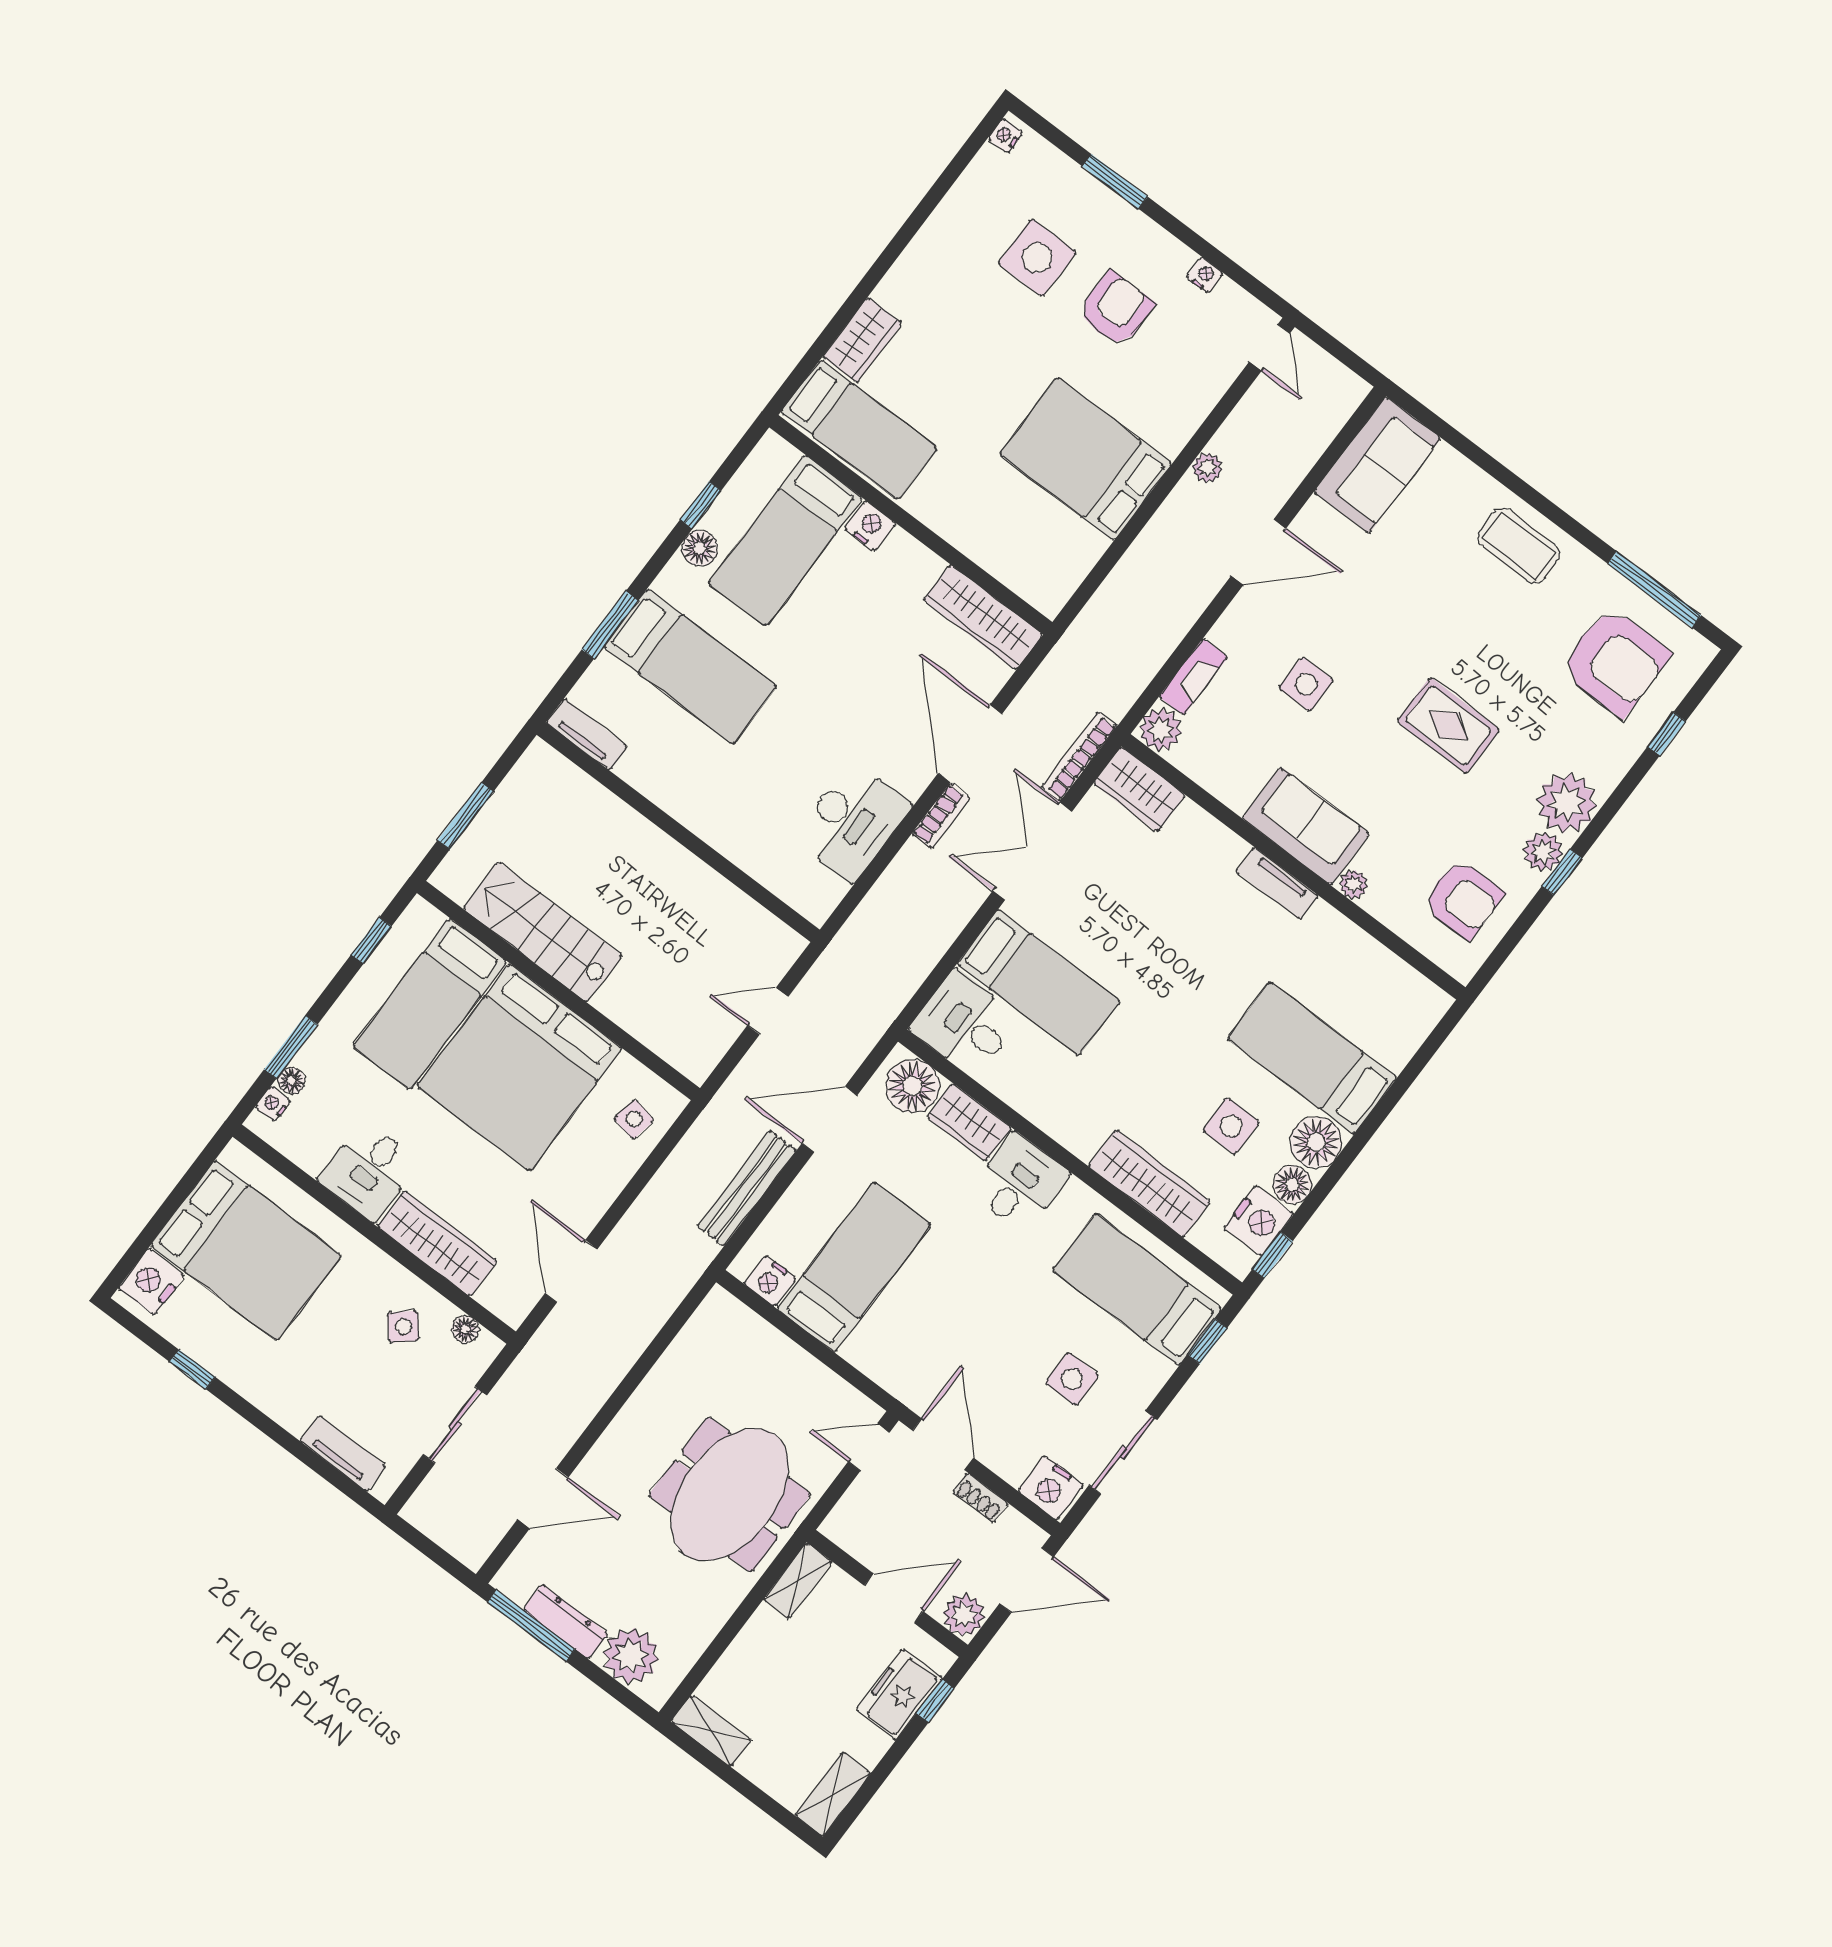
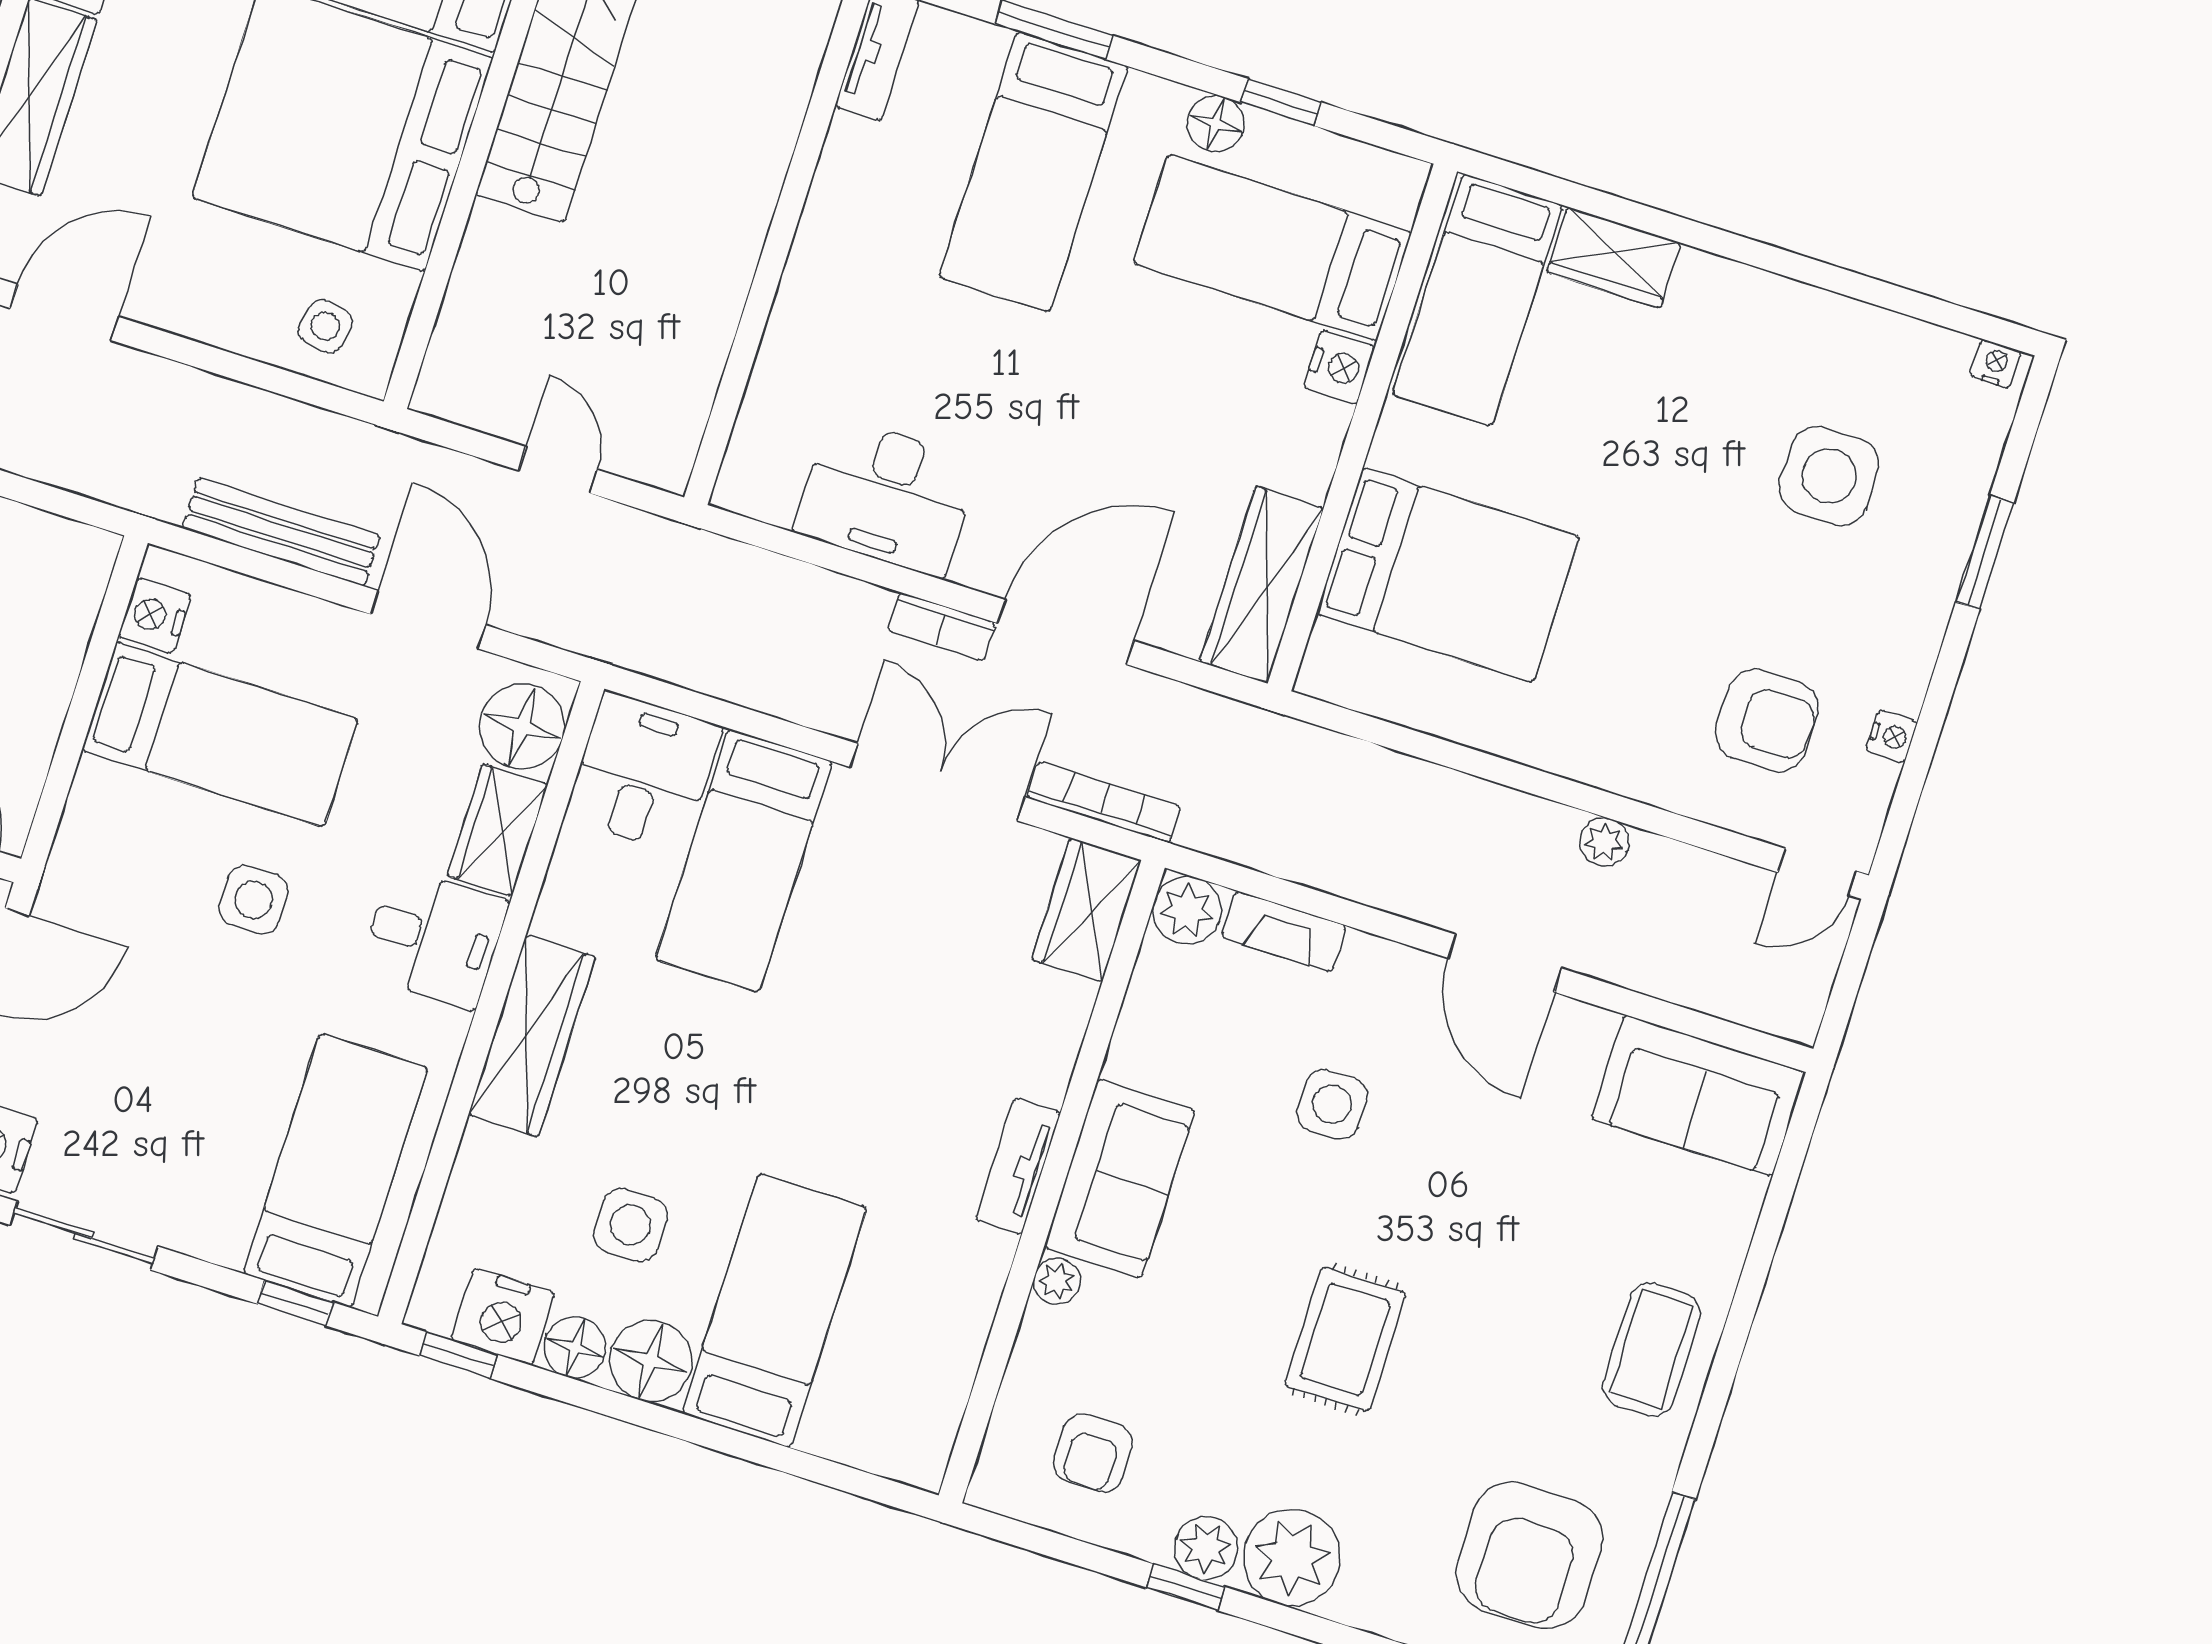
armchair: (1116, 309) -> (1767, 720), moved
bed: (1086, 459) -> (1448, 575), moved, turned 90
armchair: (1463, 899) -> (1093, 1453), width x0.72, depth x0.72
wardrobe: (1149, 1184) -> (532, 1036), moved
side table: (1072, 1379) -> (254, 900), moved

